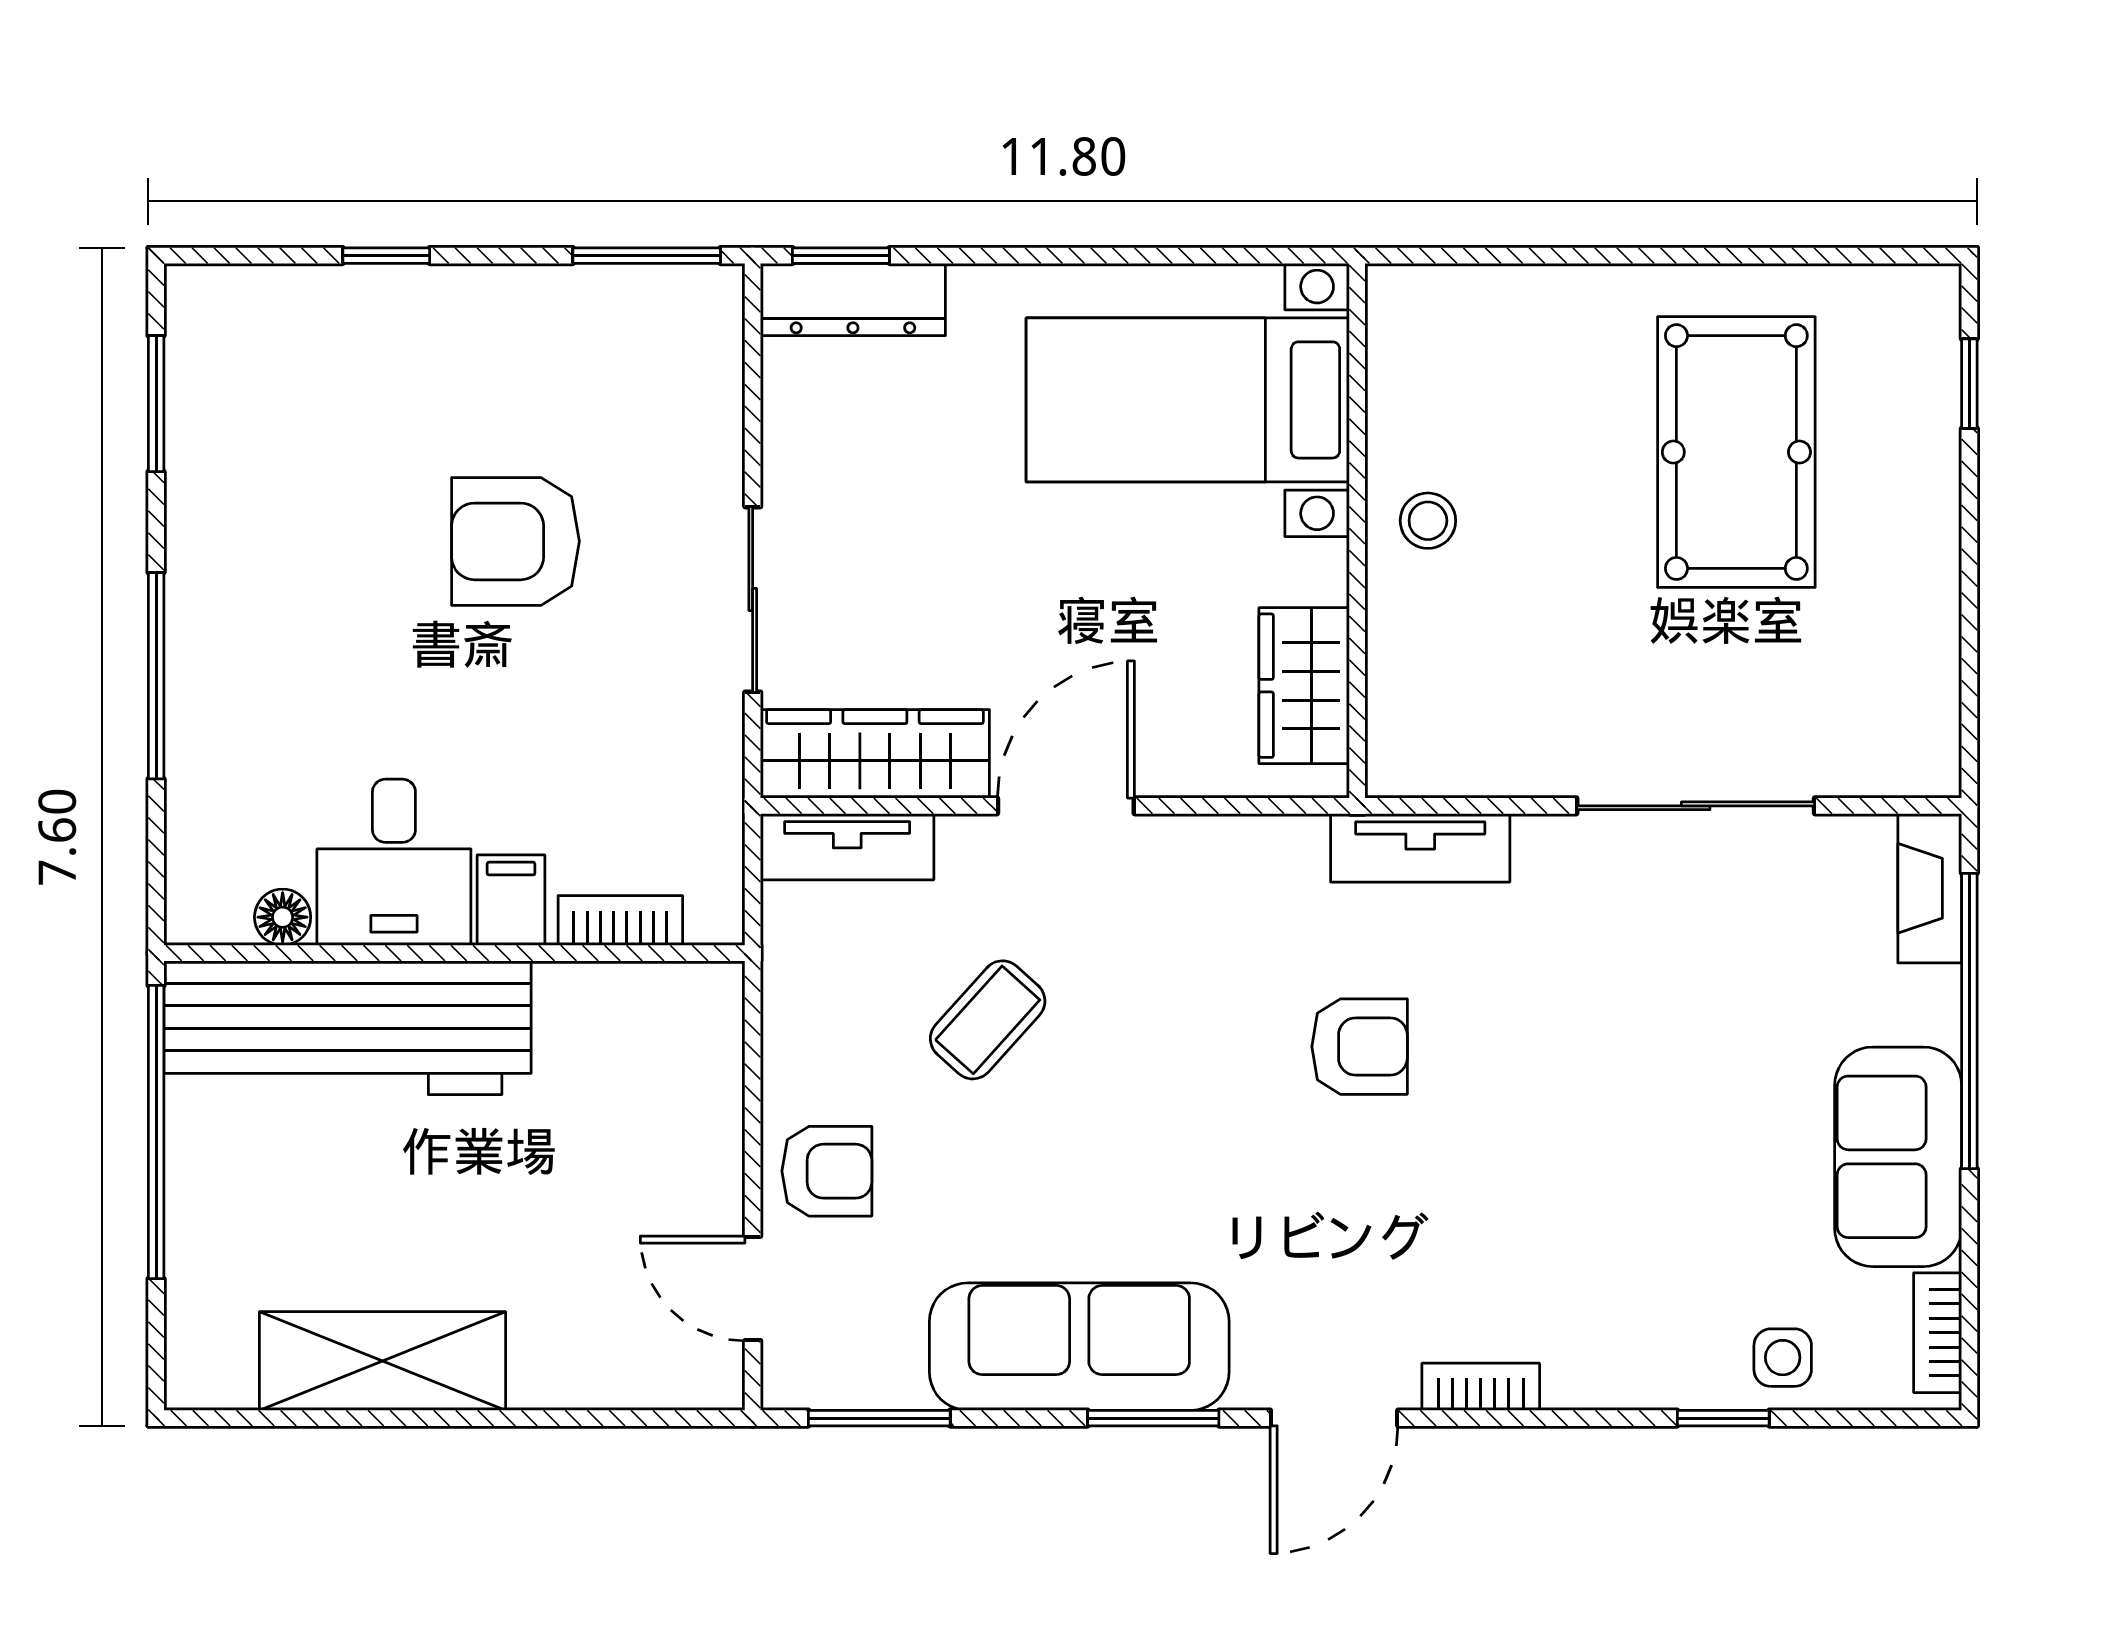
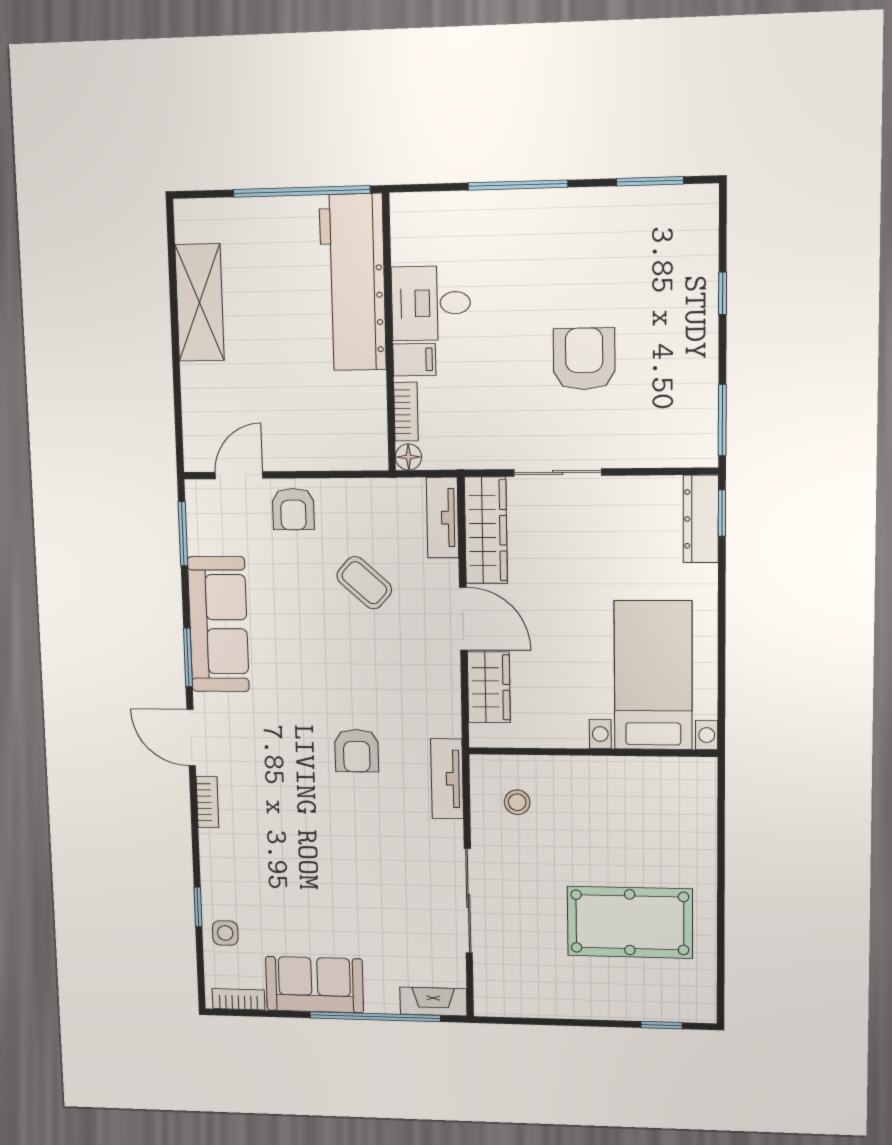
stool: (1428, 521) -> (517, 802), moved
wardrobe: (1304, 686) -> (489, 687), moved, turned 90
floor lamp: (283, 917) -> (408, 457), moved

